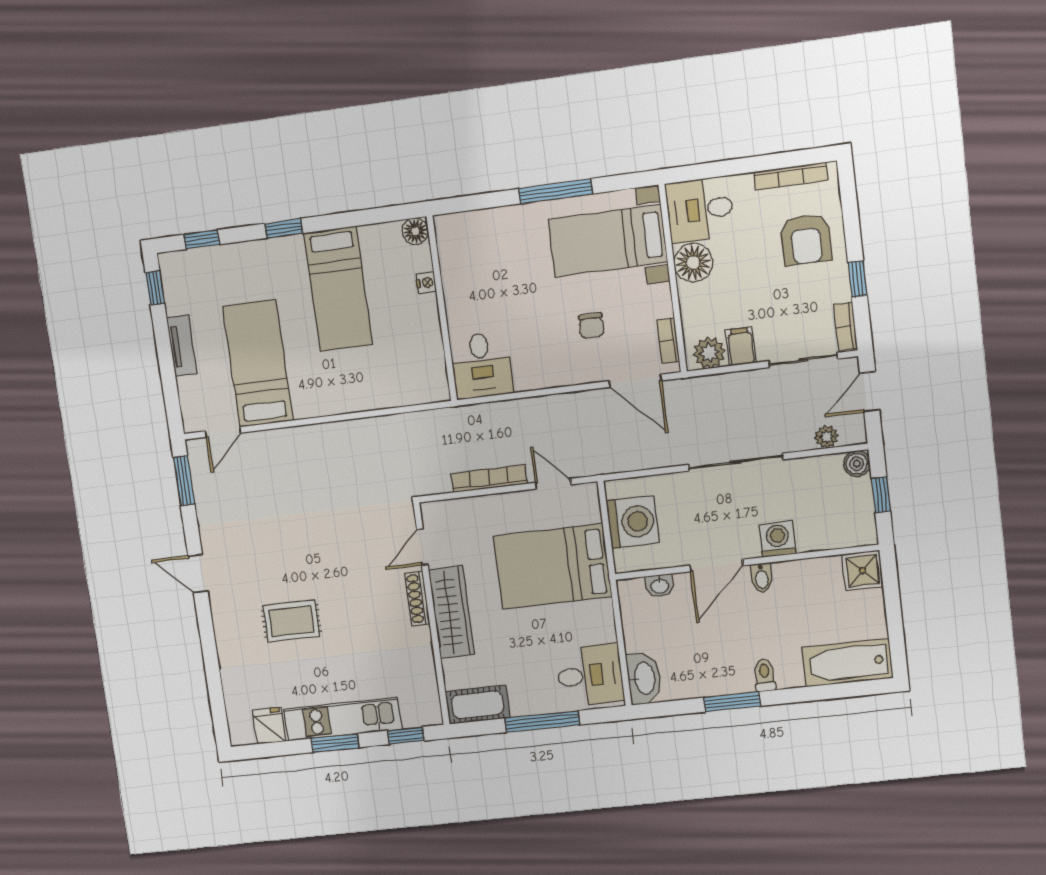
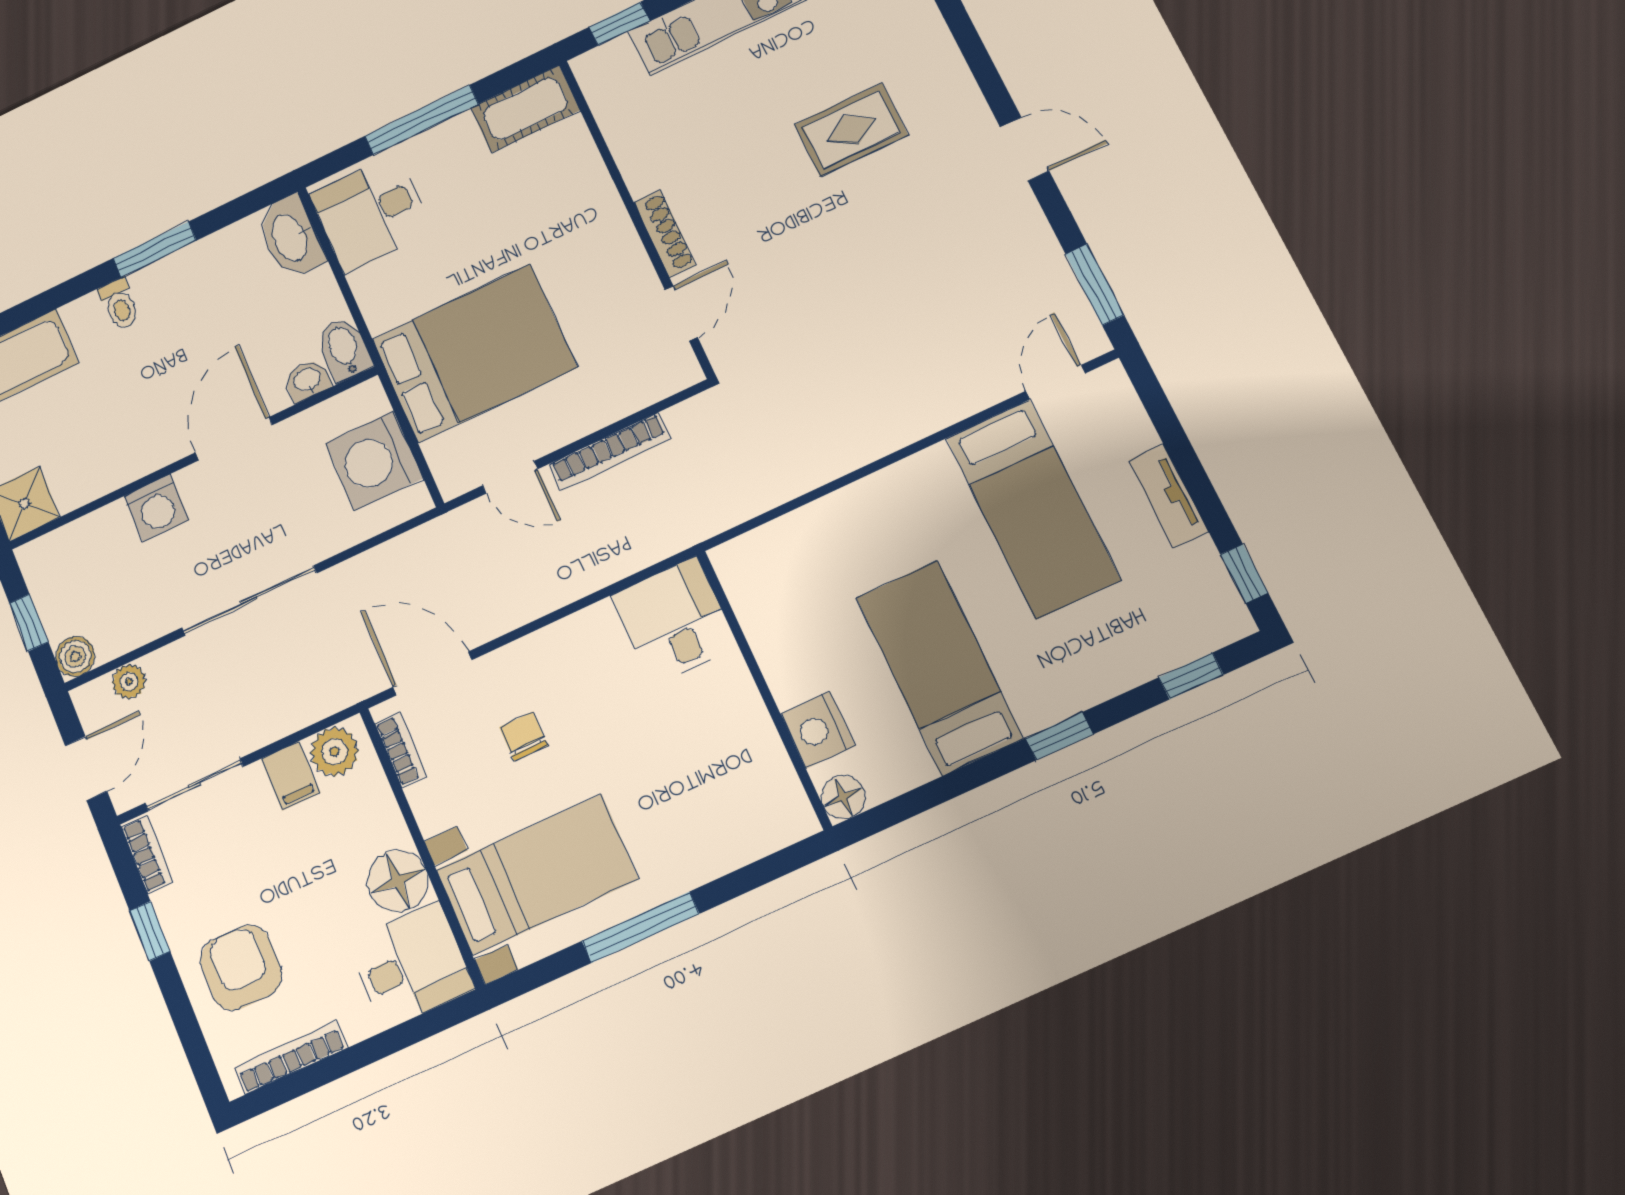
nightstand: (426, 283) -> (818, 730), width x1.89, depth x1.79
bidet: (762, 578) -> (344, 349), moved, width x1.38, depth x1.36
wardrobe: (451, 612) -> (606, 232), removed

